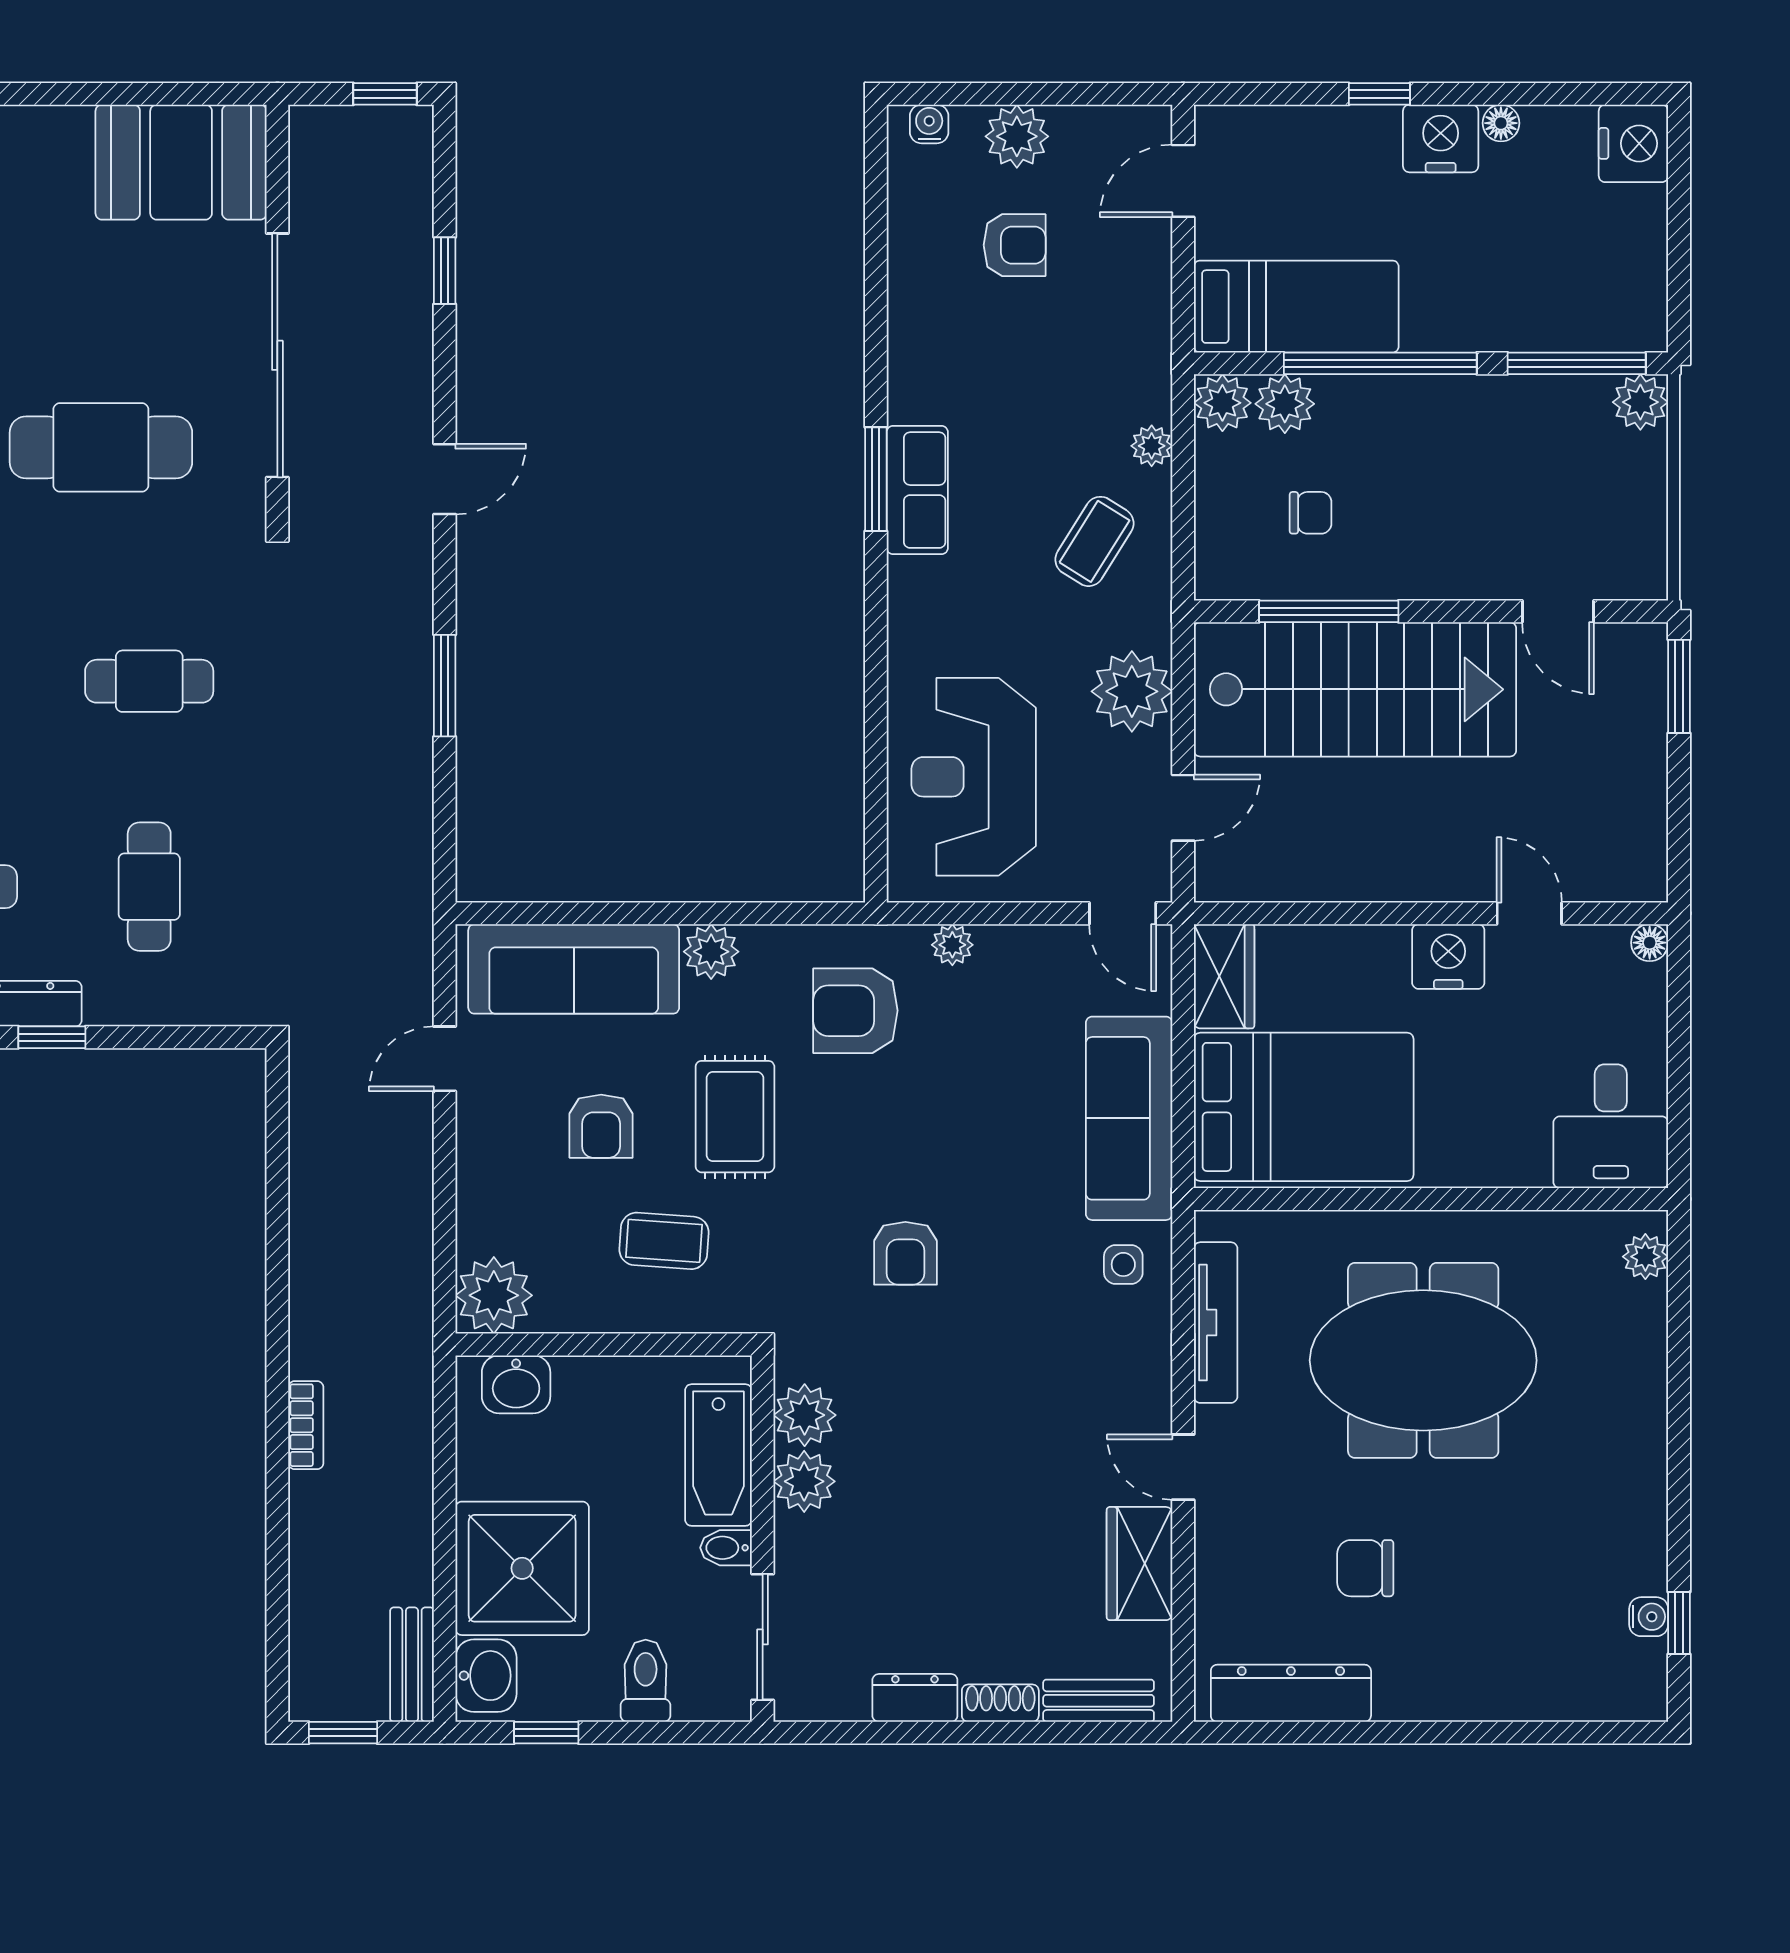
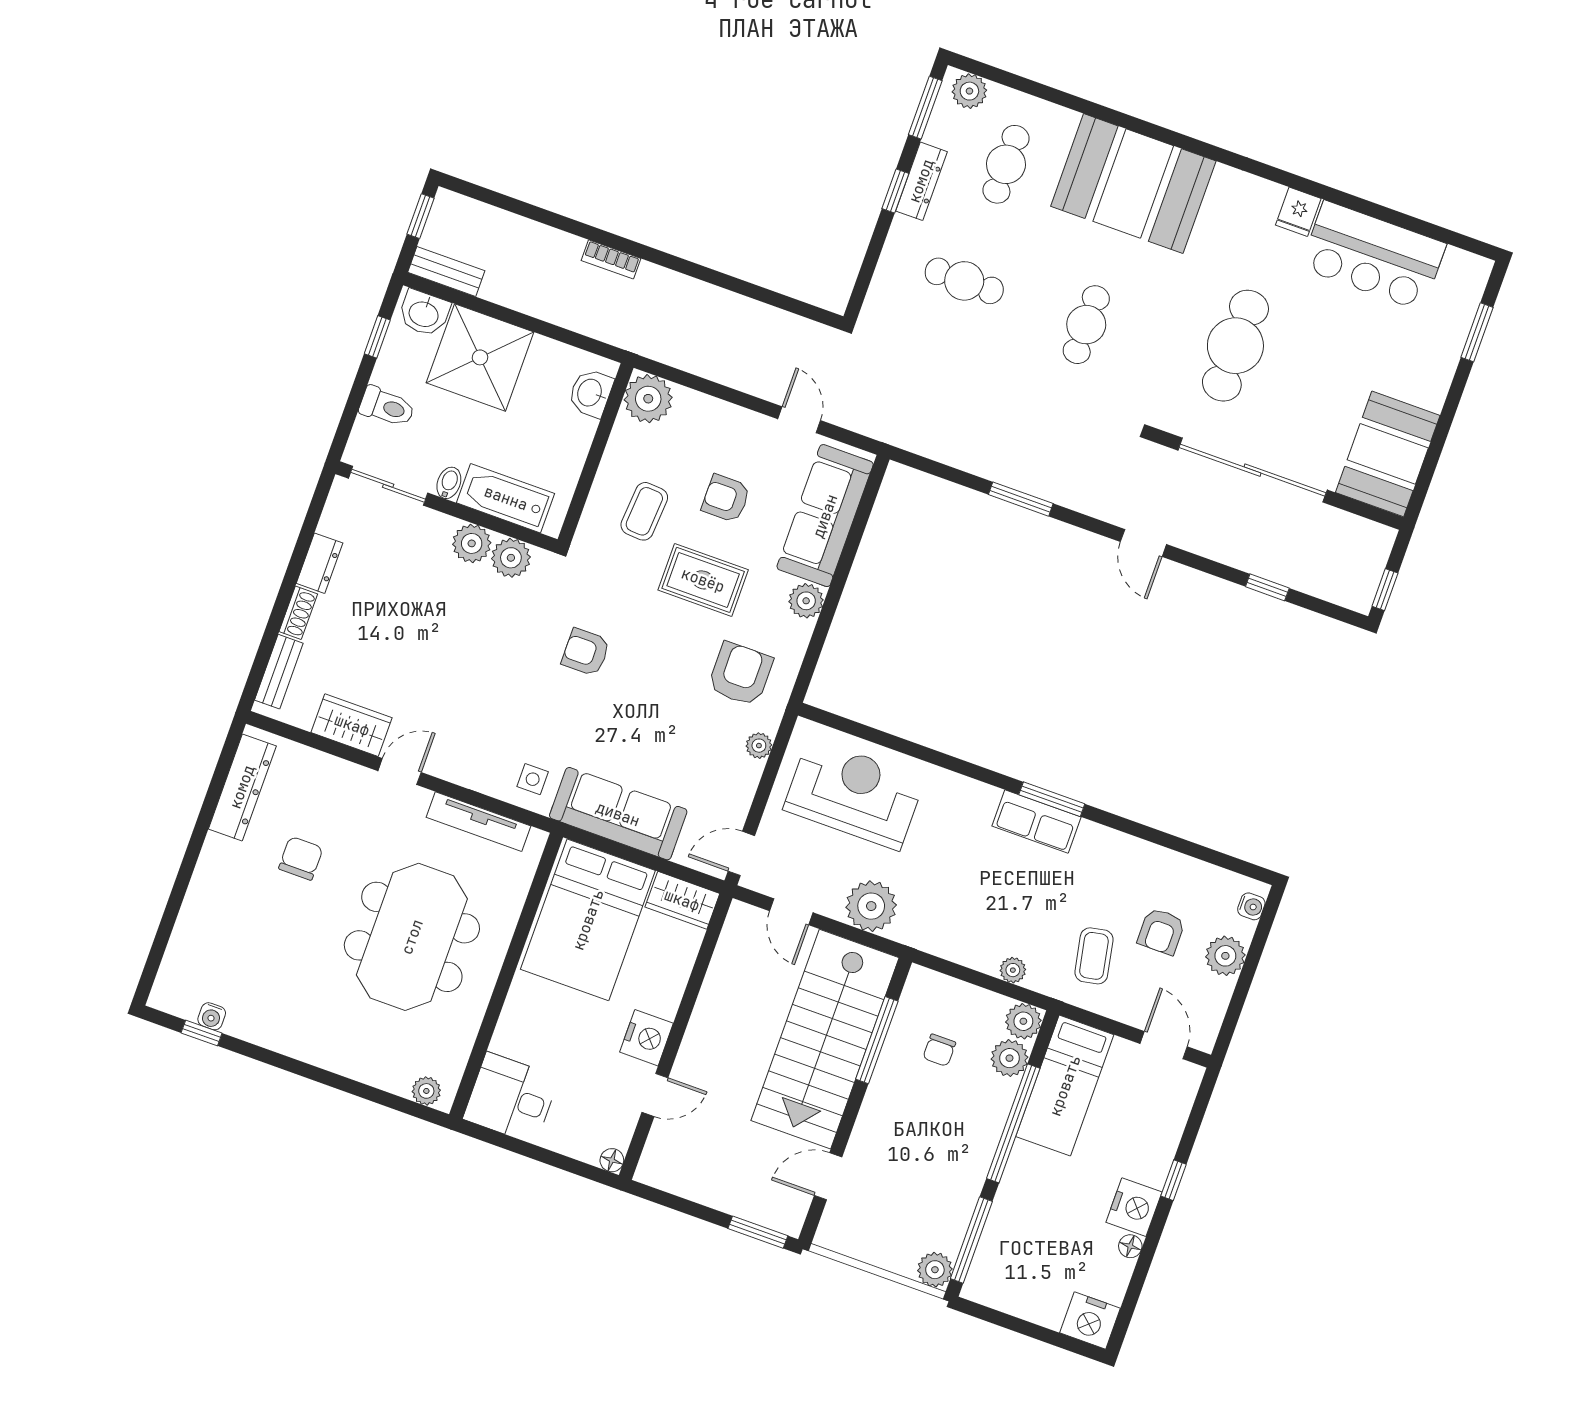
coffee table: (1094, 541) -> (1094, 956), moved, turned 47

